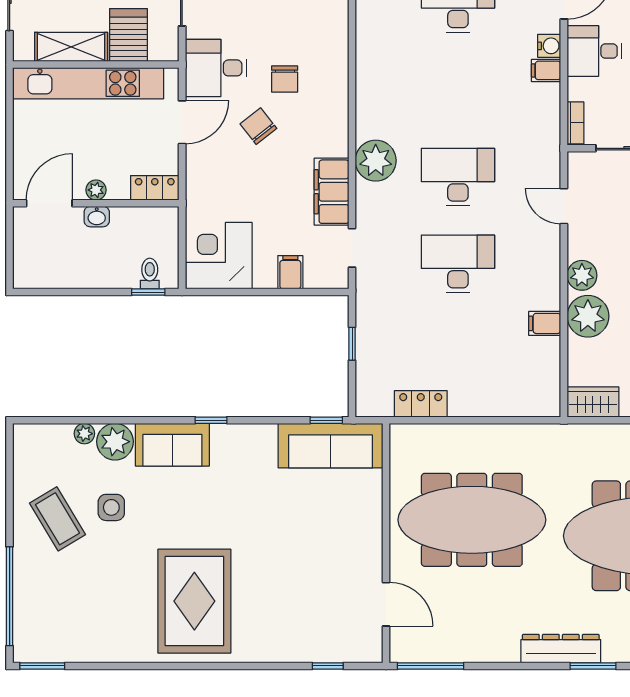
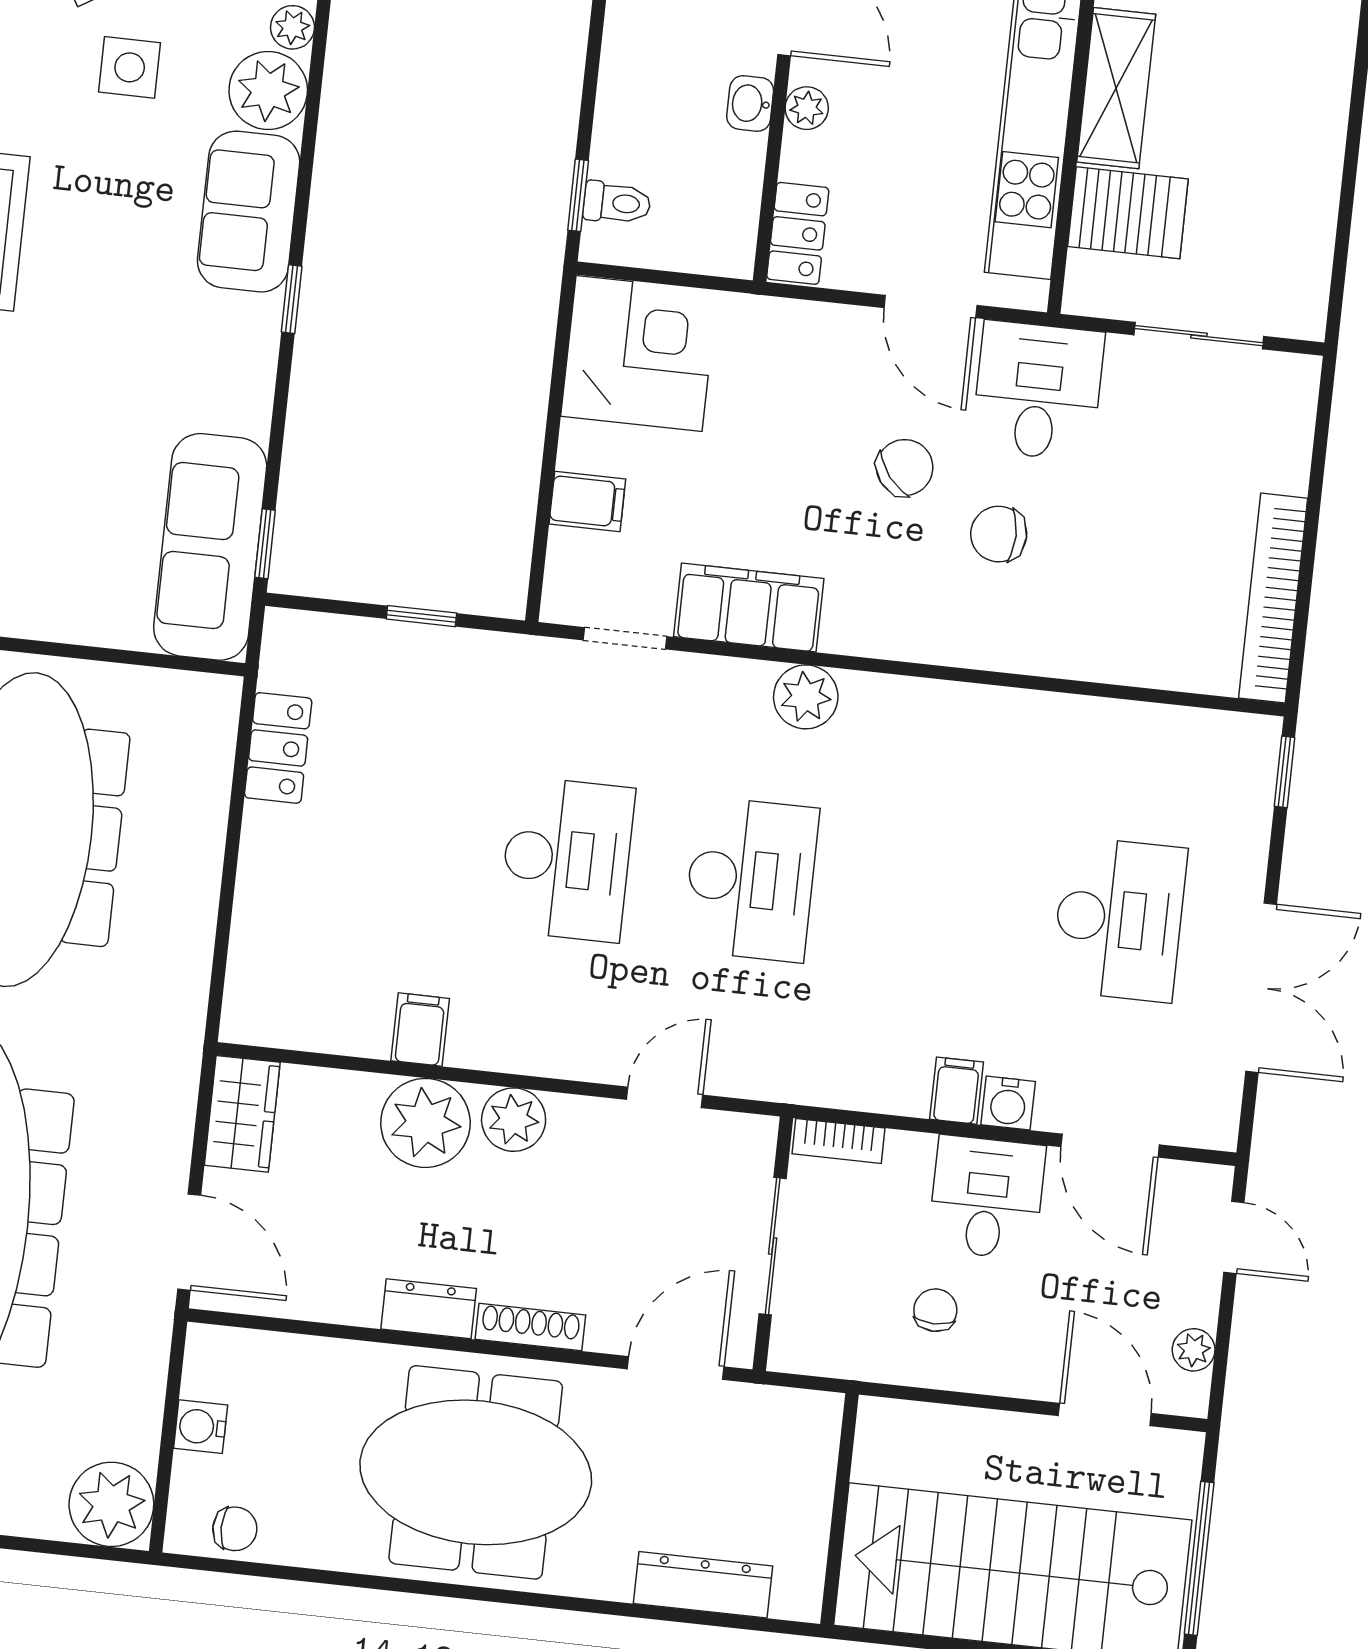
plant: (376, 161) -> (806, 697), width x0.73, depth x0.73

